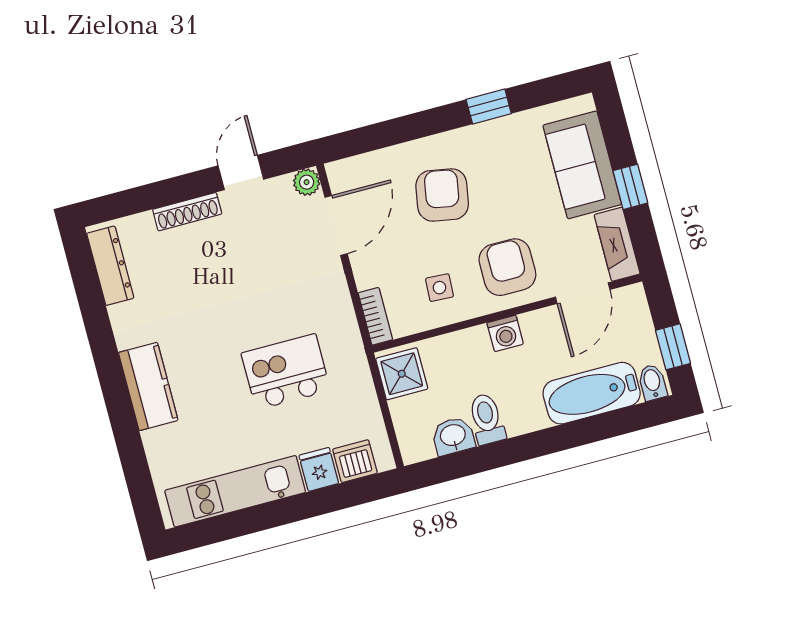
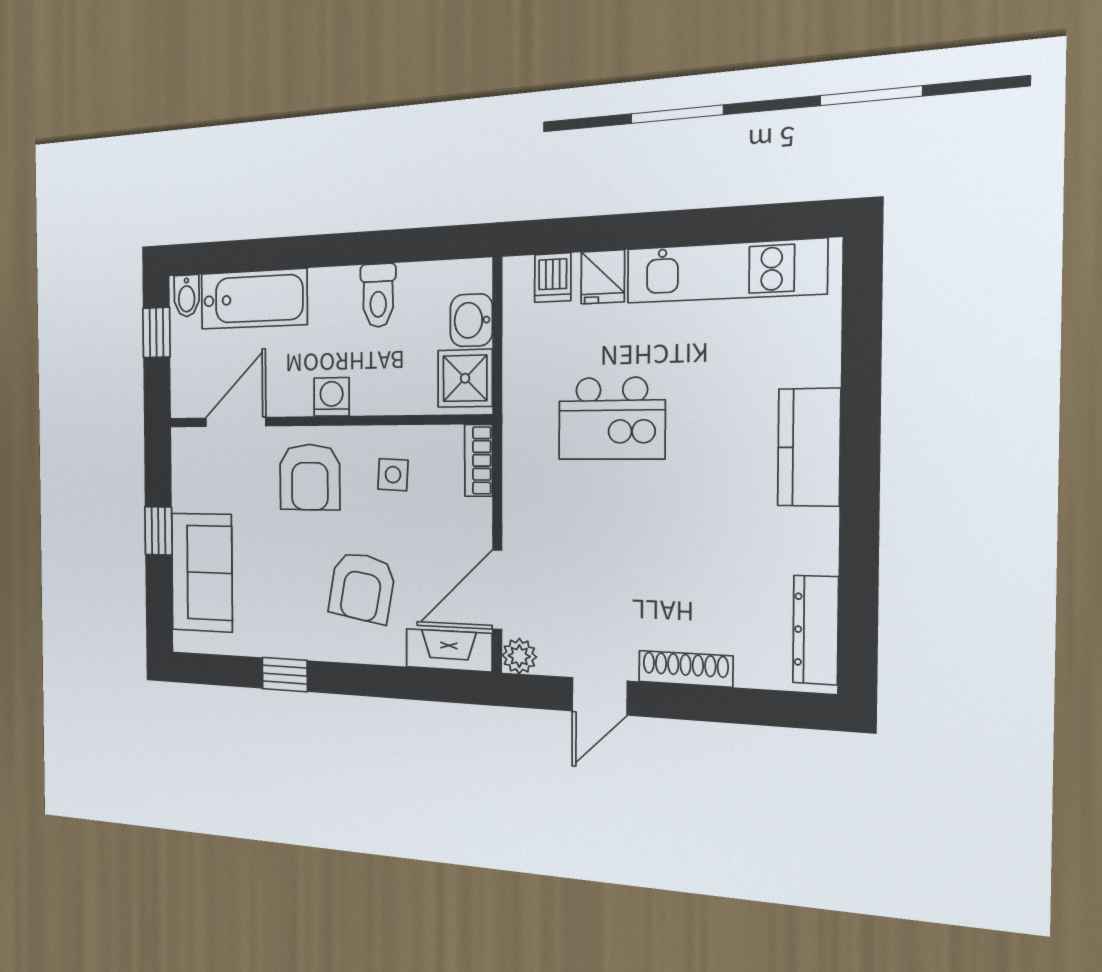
fireplace: (617, 244) -> (449, 650), moved, turned -90
washbasin: (453, 436) -> (471, 320), moved, turned 90
dishwasher: (355, 461) -> (553, 278), width x0.73

